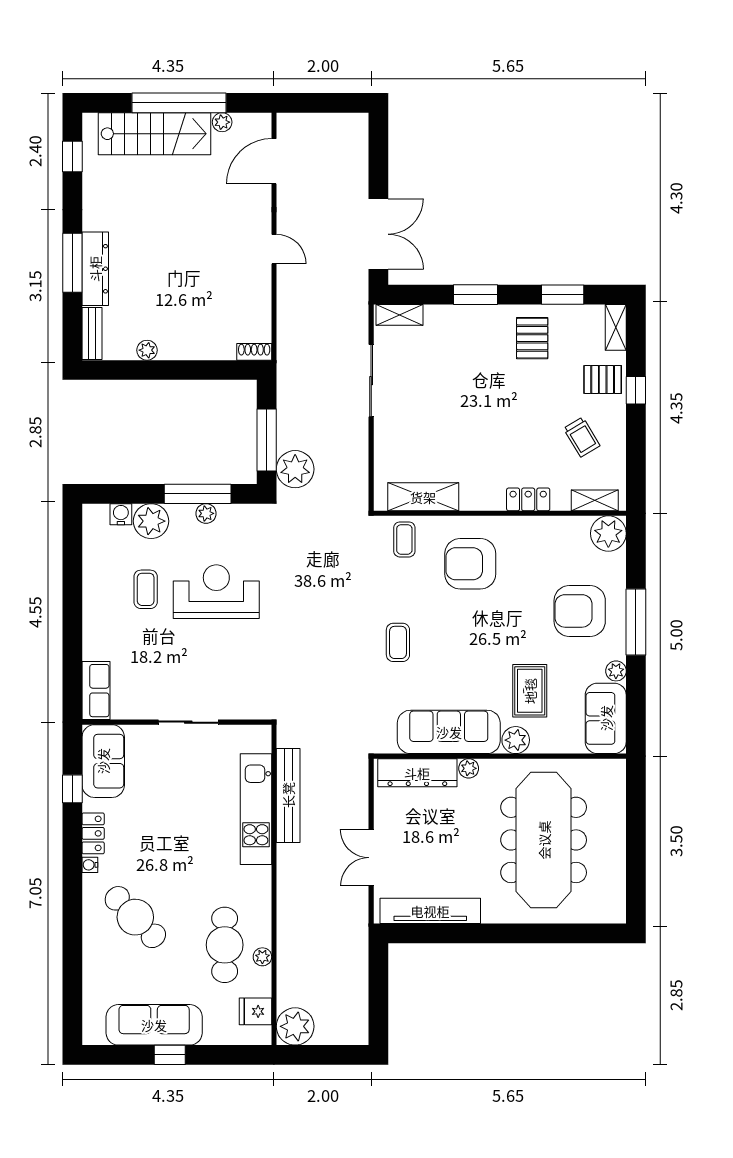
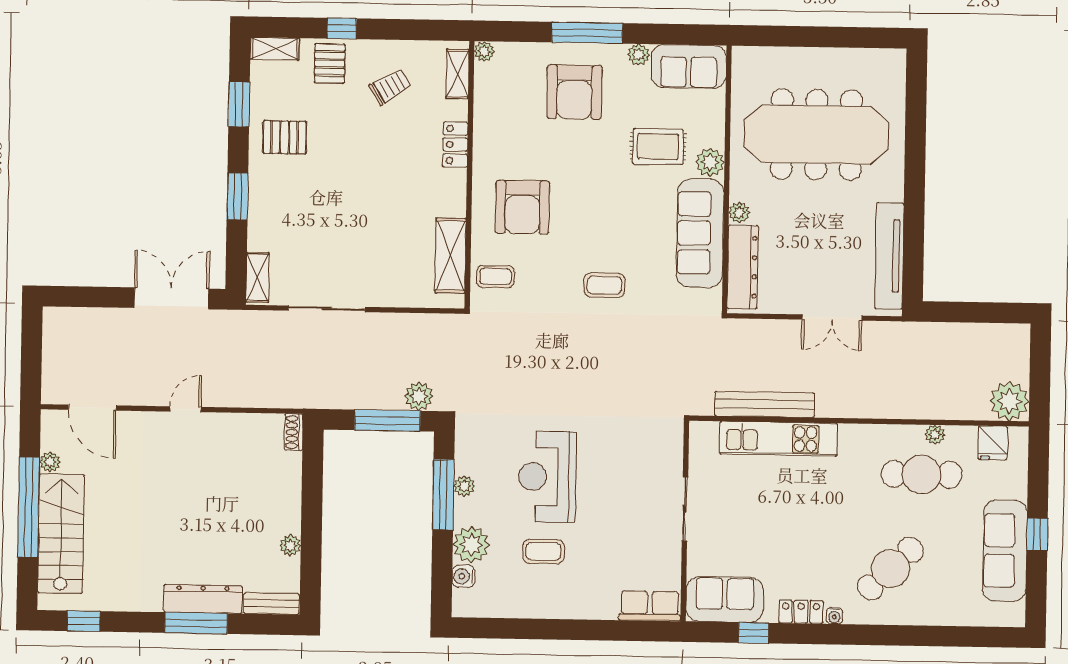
plant: (295, 469) -> (419, 396), width x0.73, depth x0.73
plant: (608, 533) -> (484, 51), width x0.53, depth x0.53

